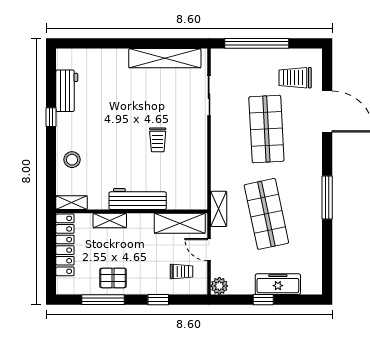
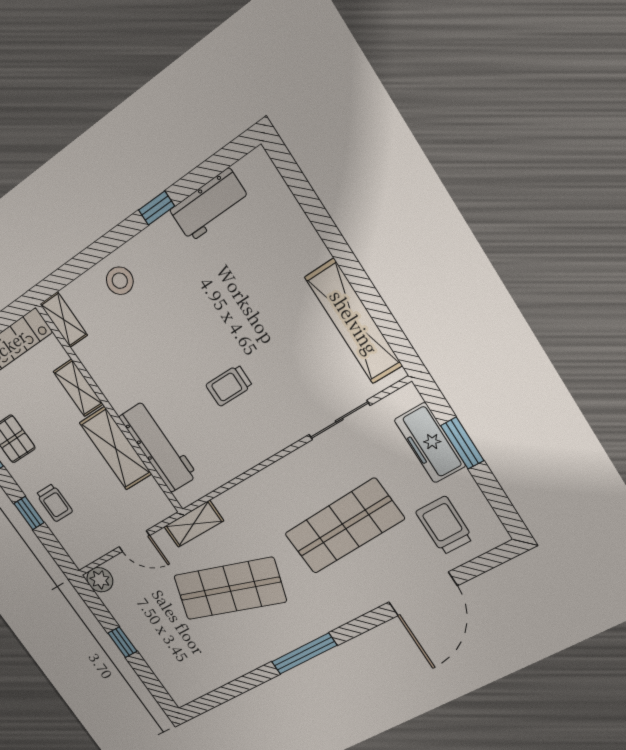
window: (257, 43) -> (462, 443), width x0.47
workbench: (138, 199) -> (158, 447), moved
shop shelf: (266, 214) -> (230, 589), turned 30
shelving: (180, 223) -> (116, 448), moved
door: (209, 250) -> (134, 541), swing flipped
trolley: (181, 271) -> (54, 503), moved
freezer: (278, 284) -> (430, 443), moved, turned 180

